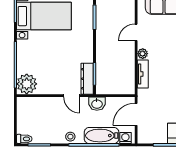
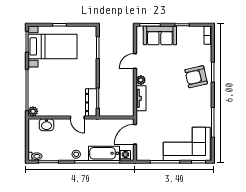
plant: (27, 84) -> (33, 111), width x0.53, depth x0.53
washbasin: (97, 104) -> (46, 125), moved

